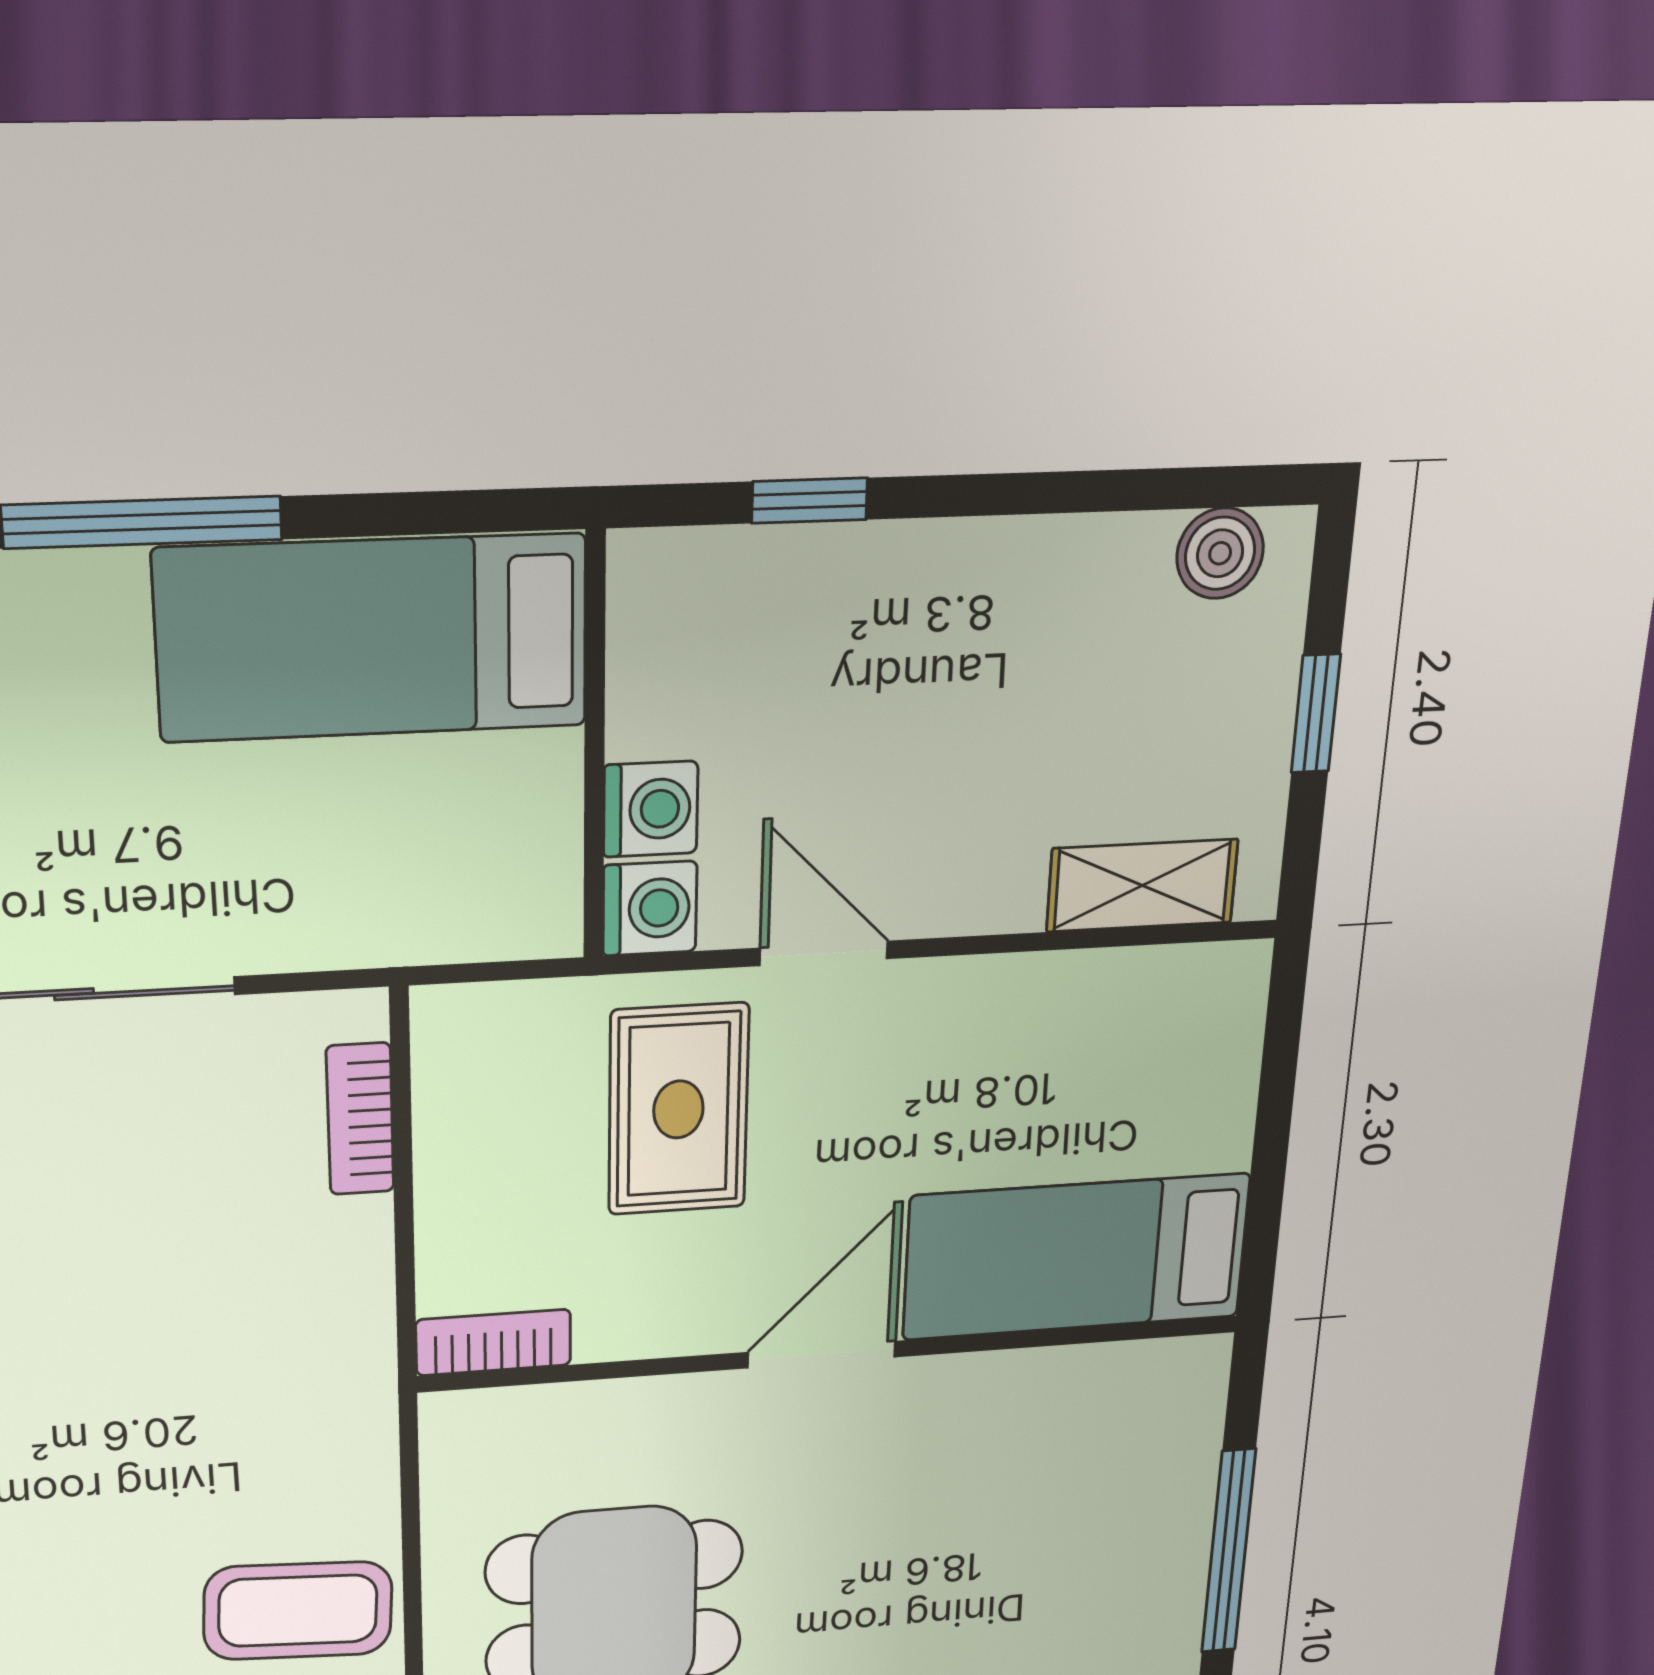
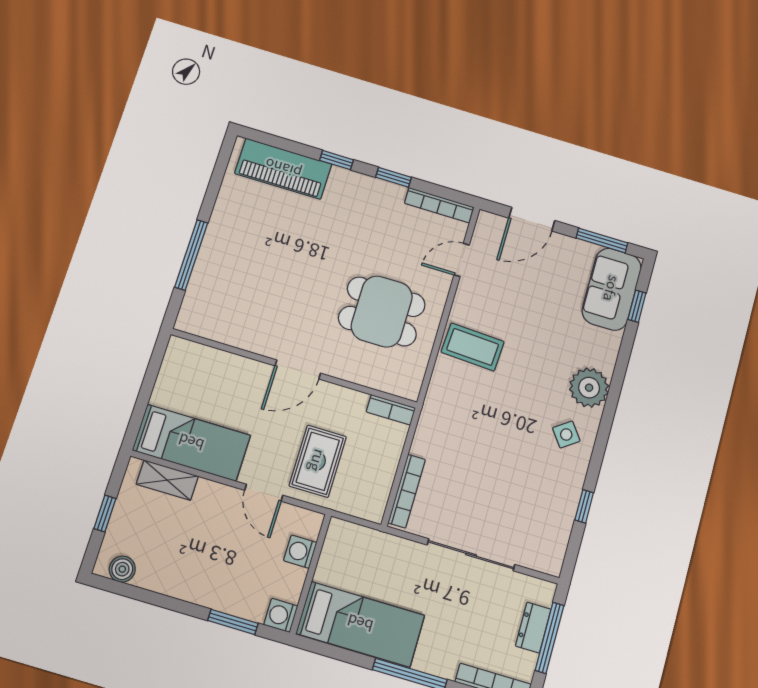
window: (810, 501) -> (233, 622), width x1.50
washing machine: (650, 908) -> (281, 615), moved
bookcase: (360, 1119) -> (407, 491), width x1.56
bed: (1076, 1257) -> (191, 443), moved

